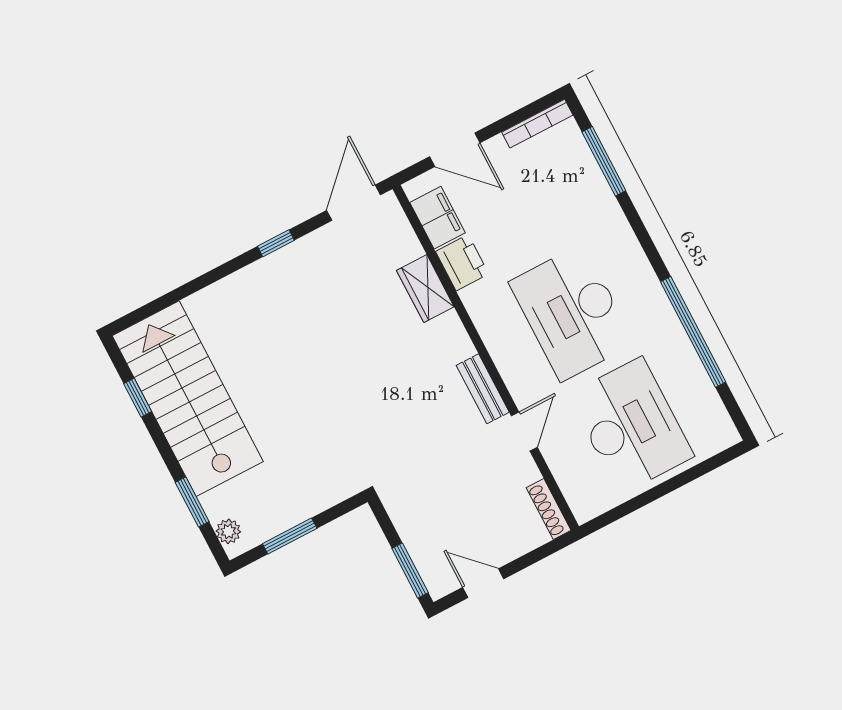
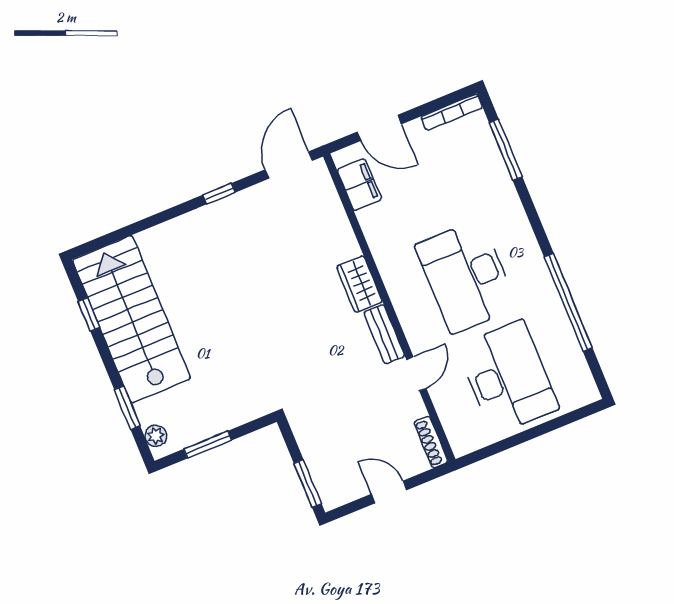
printer: (462, 263) -> (377, 225), removed
wardrobe: (425, 289) -> (359, 284), moved
door: (483, 583) -> (389, 492), moved

